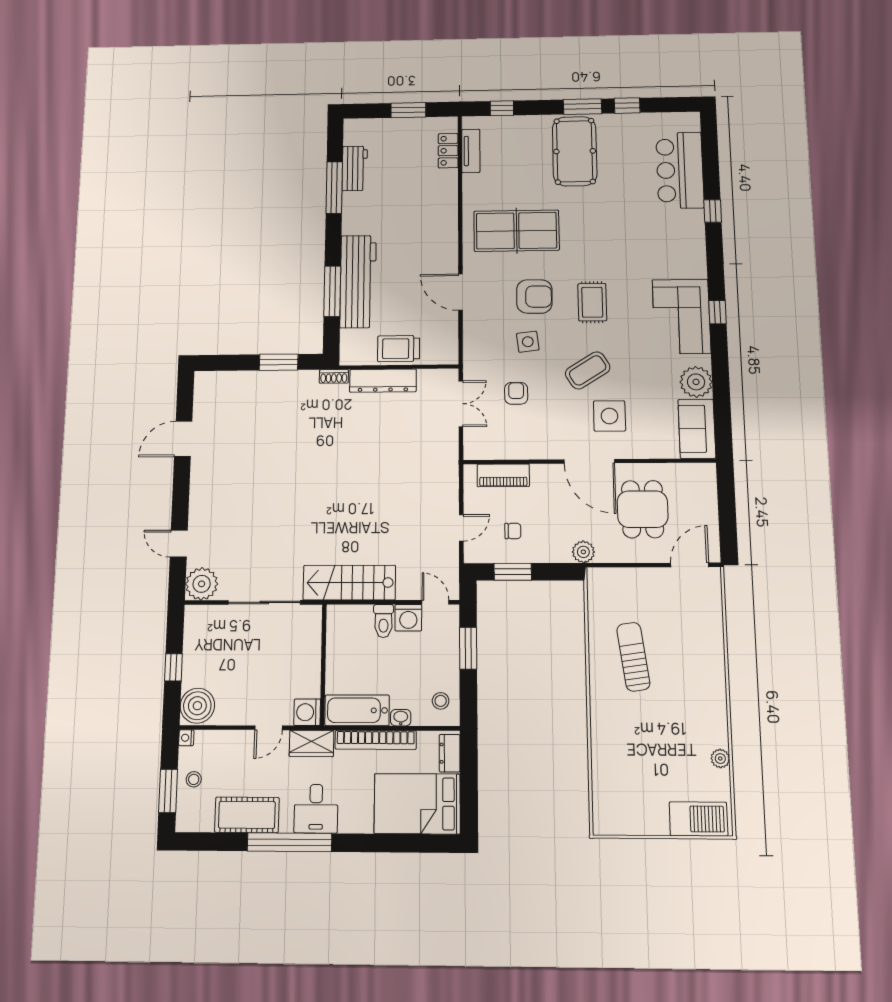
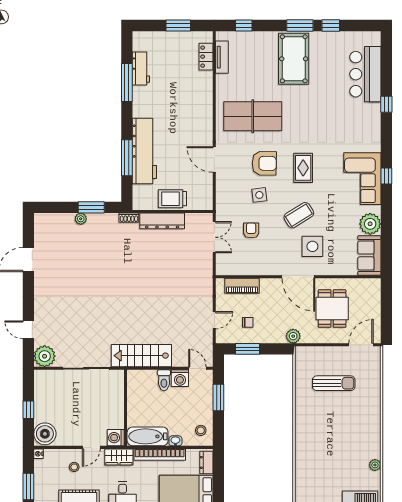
plant: (263, 379) -> (81, 219), added
sun lounger: (633, 657) -> (334, 383), moved, turned 98
stool: (194, 779) -> (74, 467), moved

